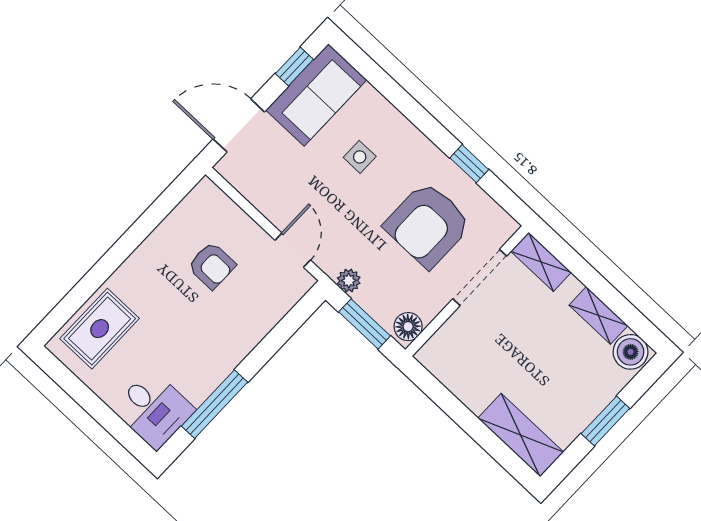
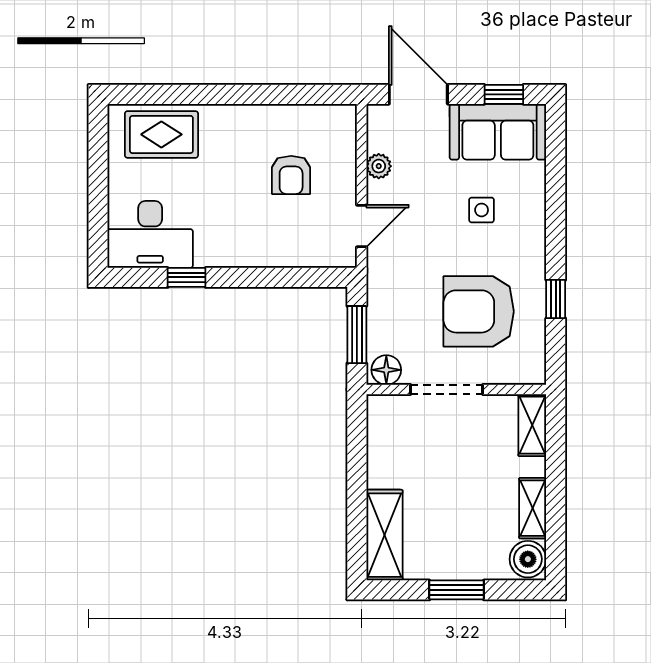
doorway: (480, 277) -> (447, 389), moved
plant: (349, 281) -> (379, 166), moved
window: (215, 404) -> (187, 277), width x0.46
desk: (154, 409) -> (150, 234), width x1.37

